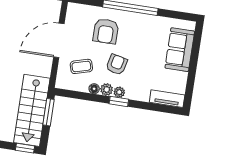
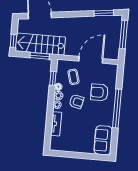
door: (59, 40) -> (91, 60), hinge flipped
sofa: (180, 50) -> (103, 140), moved, turned -90
tv unit: (167, 99) -> (56, 124), moved
window: (119, 101) -> (53, 78), moved

